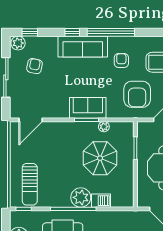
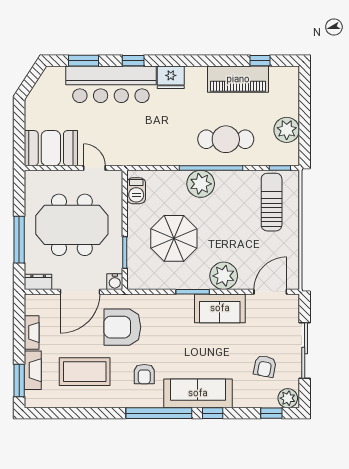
armchair: (137, 94) -> (122, 327), turned -90
sofa: (88, 108) -> (220, 308), moved
plant: (104, 127) -> (224, 276), moved, width x1.88, depth x1.88
water cooler: (143, 127) -> (115, 282), added
barbecue: (101, 201) -> (136, 191), moved, turned -90

